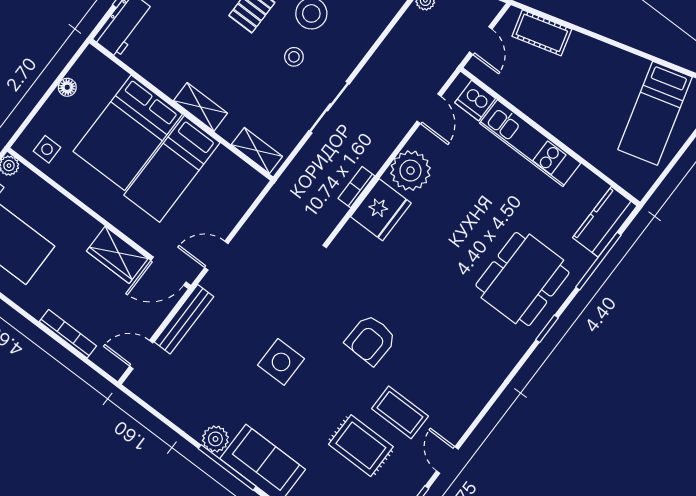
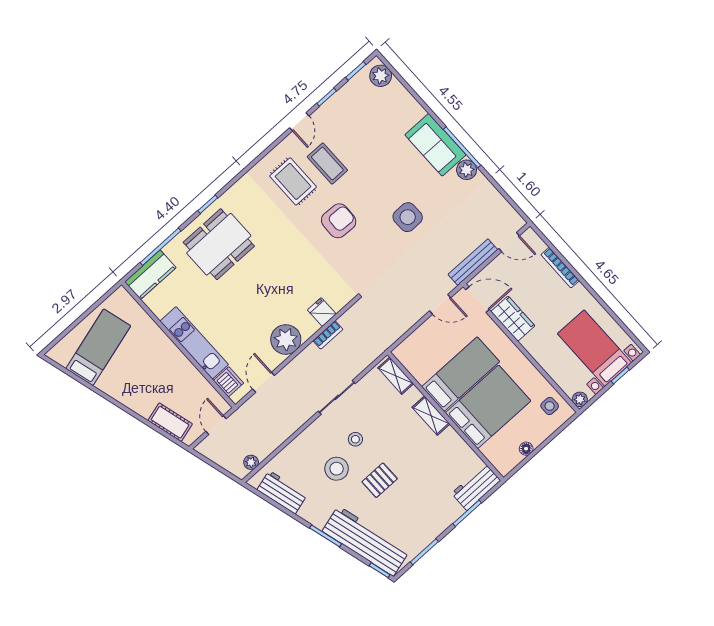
fridge: (381, 210) -> (322, 312), width x0.53, depth x0.75
rug: (361, 446) -> (293, 181), moved

